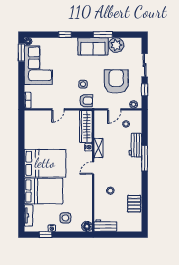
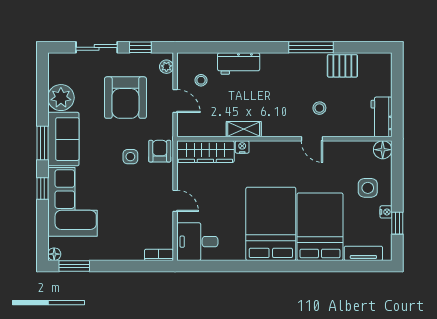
window: (103, 35) -> (42, 143), moved
corner sofa: (38, 65) -> (72, 202), moved, turned 90
armchair: (116, 81) -> (125, 98), turned -90
desk: (35, 122) -> (197, 242), added
window: (145, 158) -> (311, 47), moved
door: (93, 168) -> (312, 139), moved

